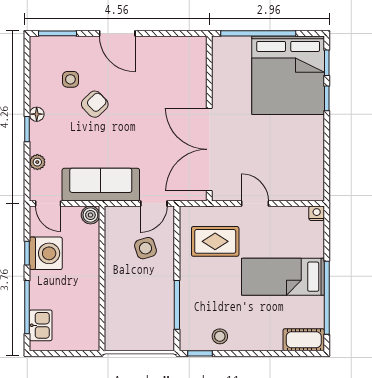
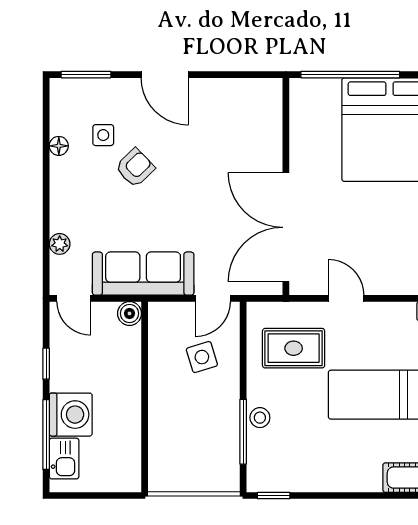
floor lamp: (37, 114) -> (59, 146), moved
window: (27, 129) -> (46, 201), removed
washing machine: (46, 253) -> (71, 415), moved
stool: (220, 336) -> (260, 418), moved

